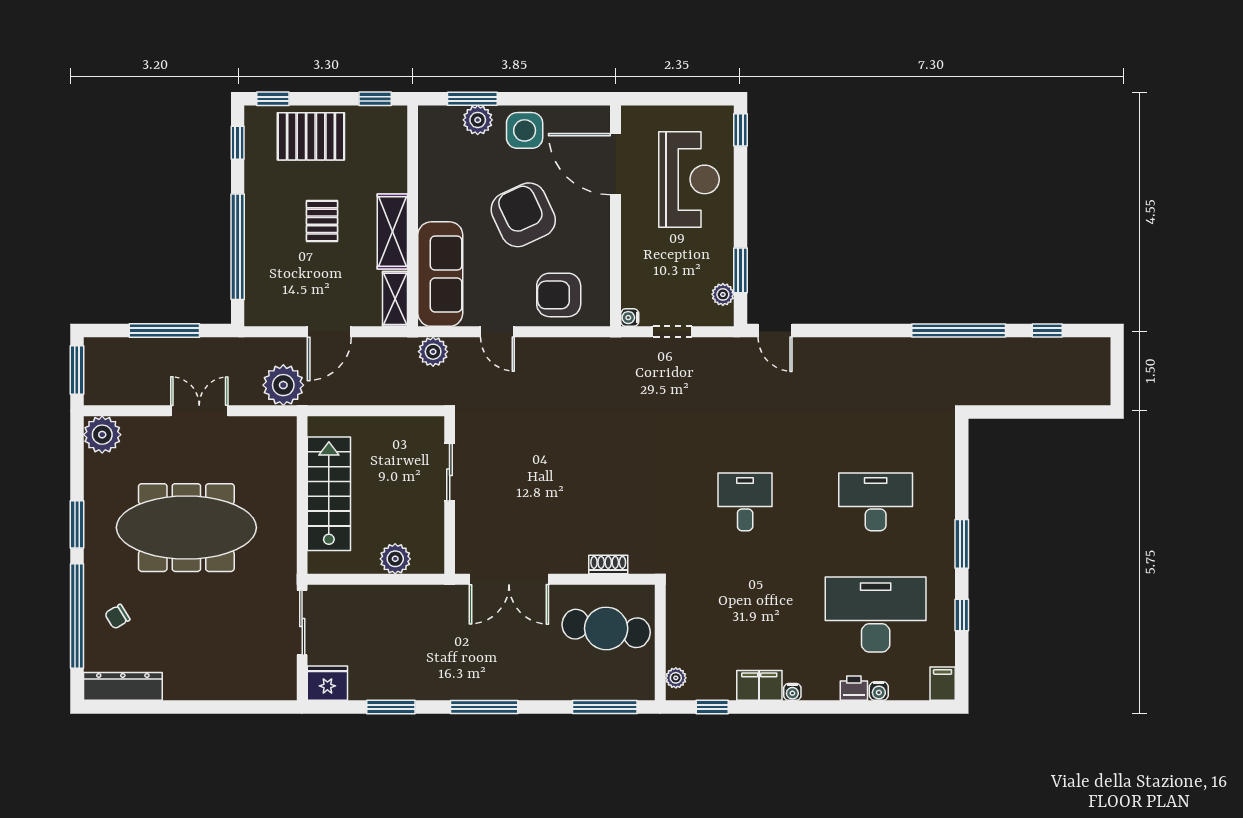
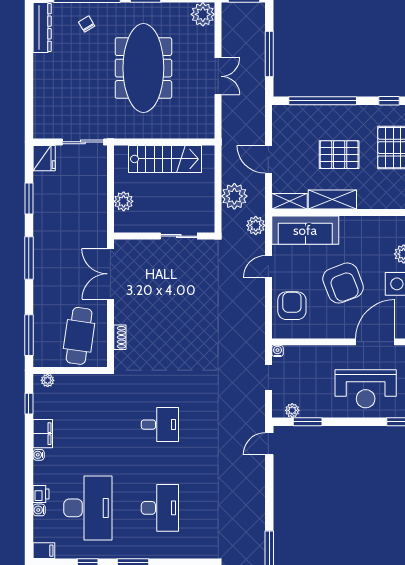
armchair: (523, 215) -> (343, 283), turned 94
pallet: (322, 221) -> (339, 155), width x1.50, depth x1.42
plant: (283, 385) -> (234, 196), moved

